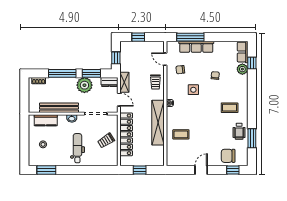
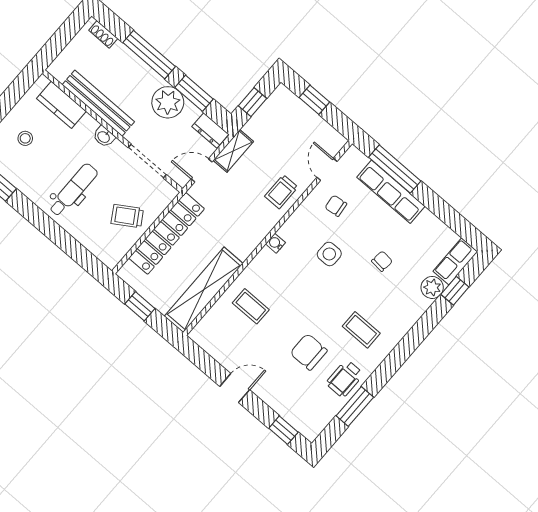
door: (119, 100) -> (202, 170), swing flipped
shelving: (158, 123) -> (204, 290), moved
chair: (228, 156) -> (309, 352), moved

